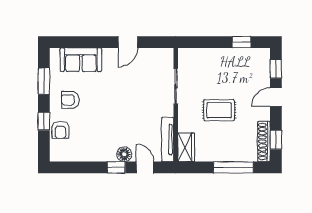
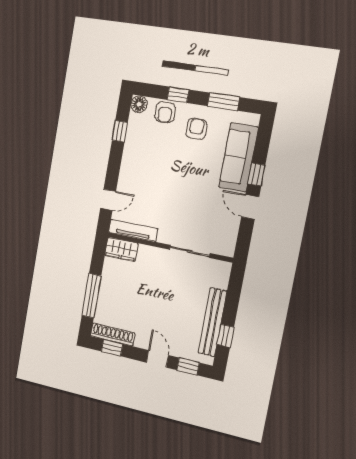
window: (100, 42) -> (256, 174), added
bench: (232, 55) -> (212, 322), added
sofa: (81, 60) -> (238, 157), width x1.36
rug: (219, 110) -> (155, 294), removed
armchair: (60, 130) -> (165, 112), turned -90
floor lamp: (124, 154) -> (139, 104), moved
window: (116, 167) -> (120, 131), moved

